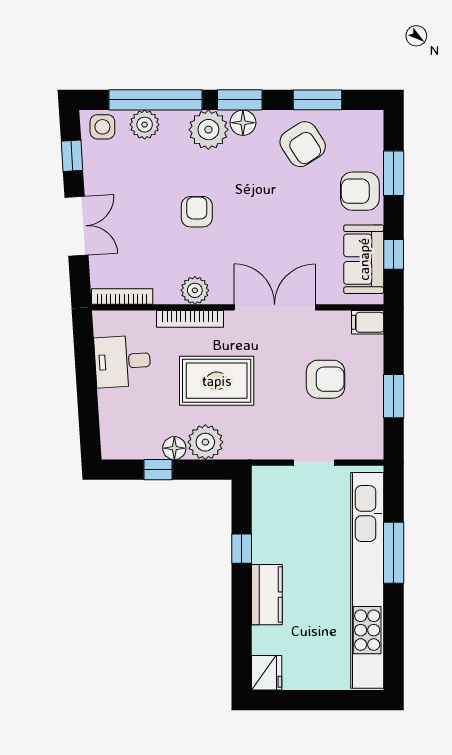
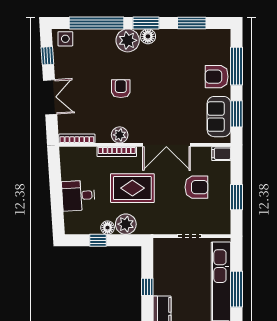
plant: (145, 125) -> (90, 37), removed
armchair: (303, 144) -> (183, 49), removed
window: (394, 173) -> (236, 66), width x1.44
window: (394, 254) -> (236, 114), width x1.50
double door: (275, 307) -> (166, 145), swing flipped
desk: (122, 361) -> (78, 196), moved

